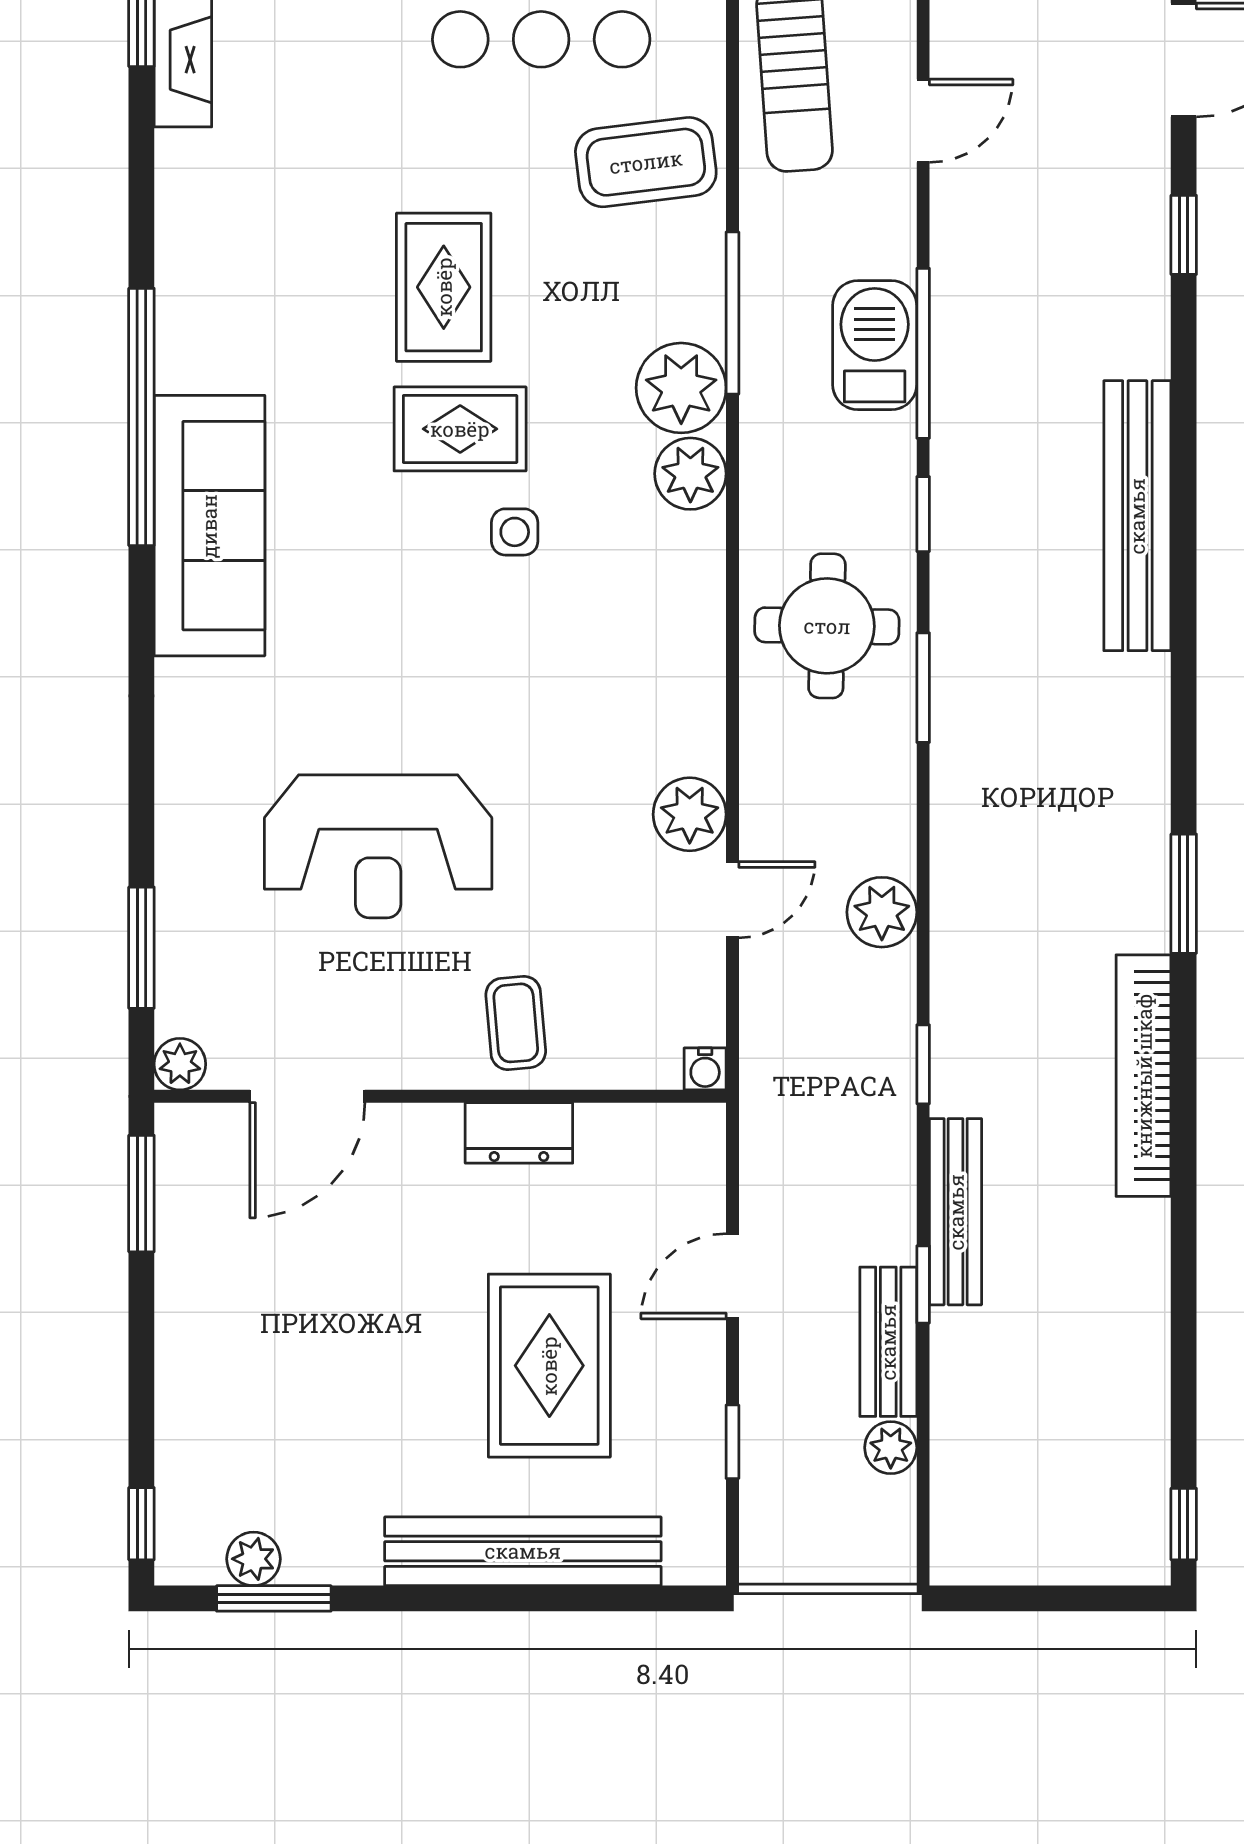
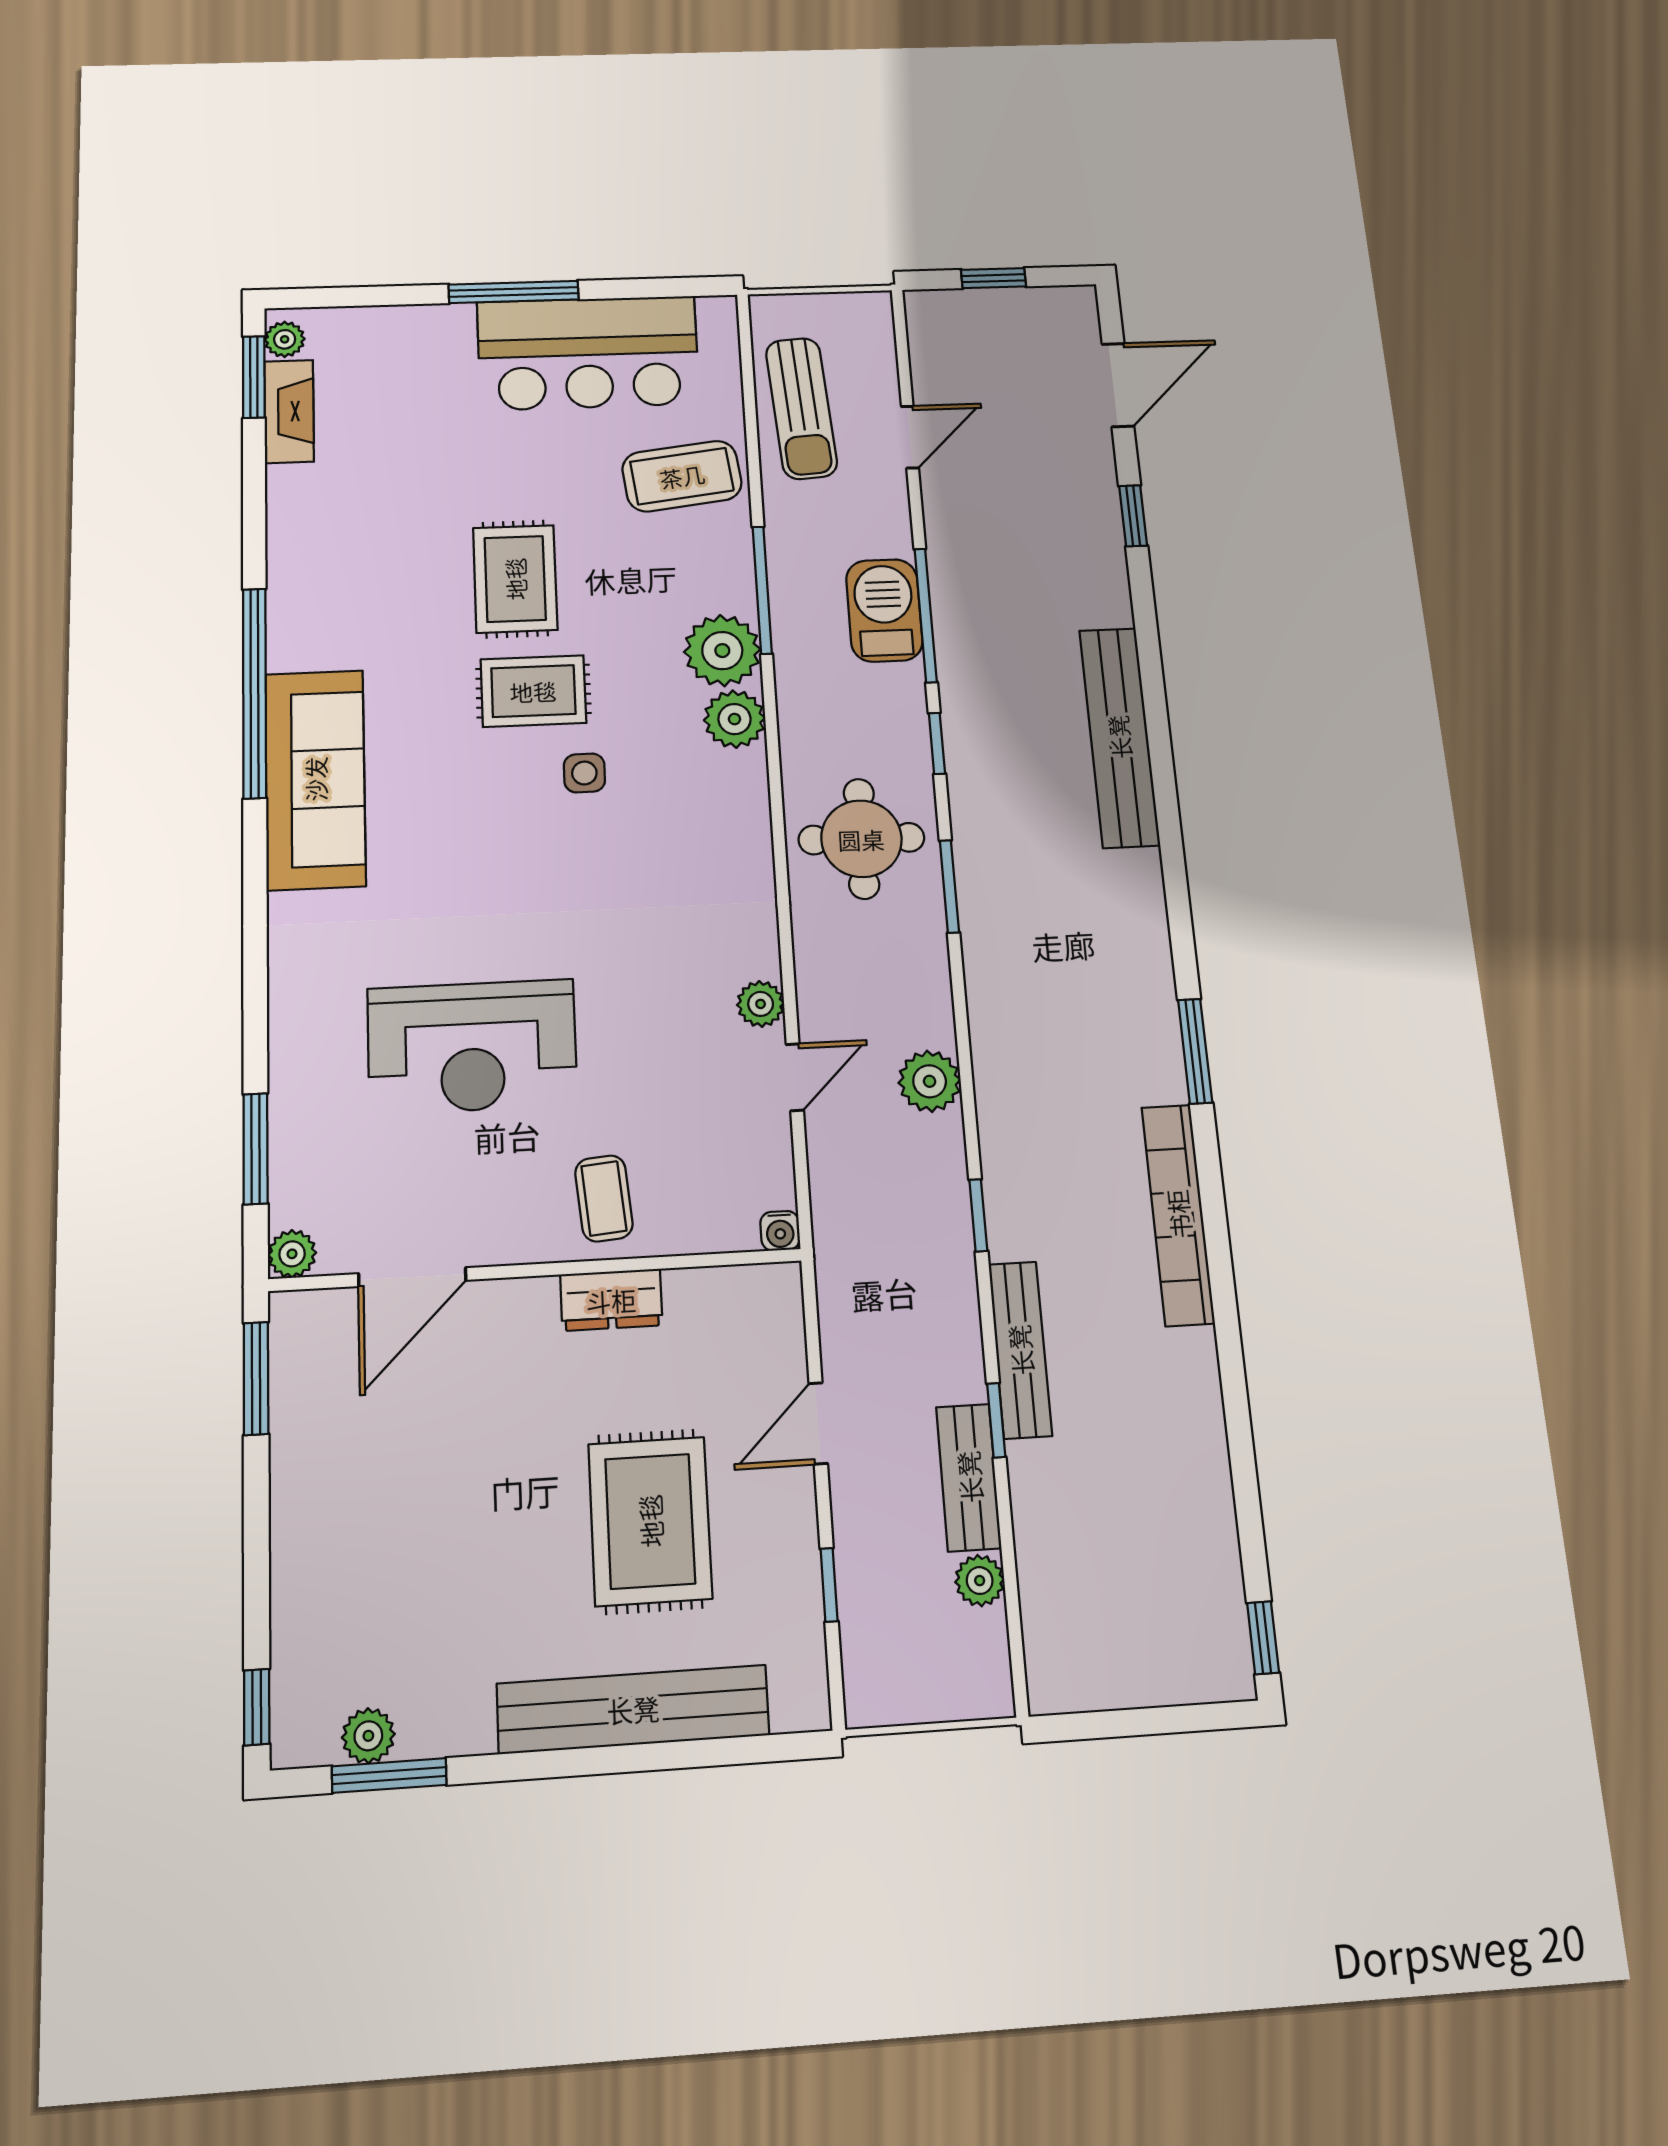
plant: (690, 814) -> (761, 1004), width x0.73, depth x0.73

